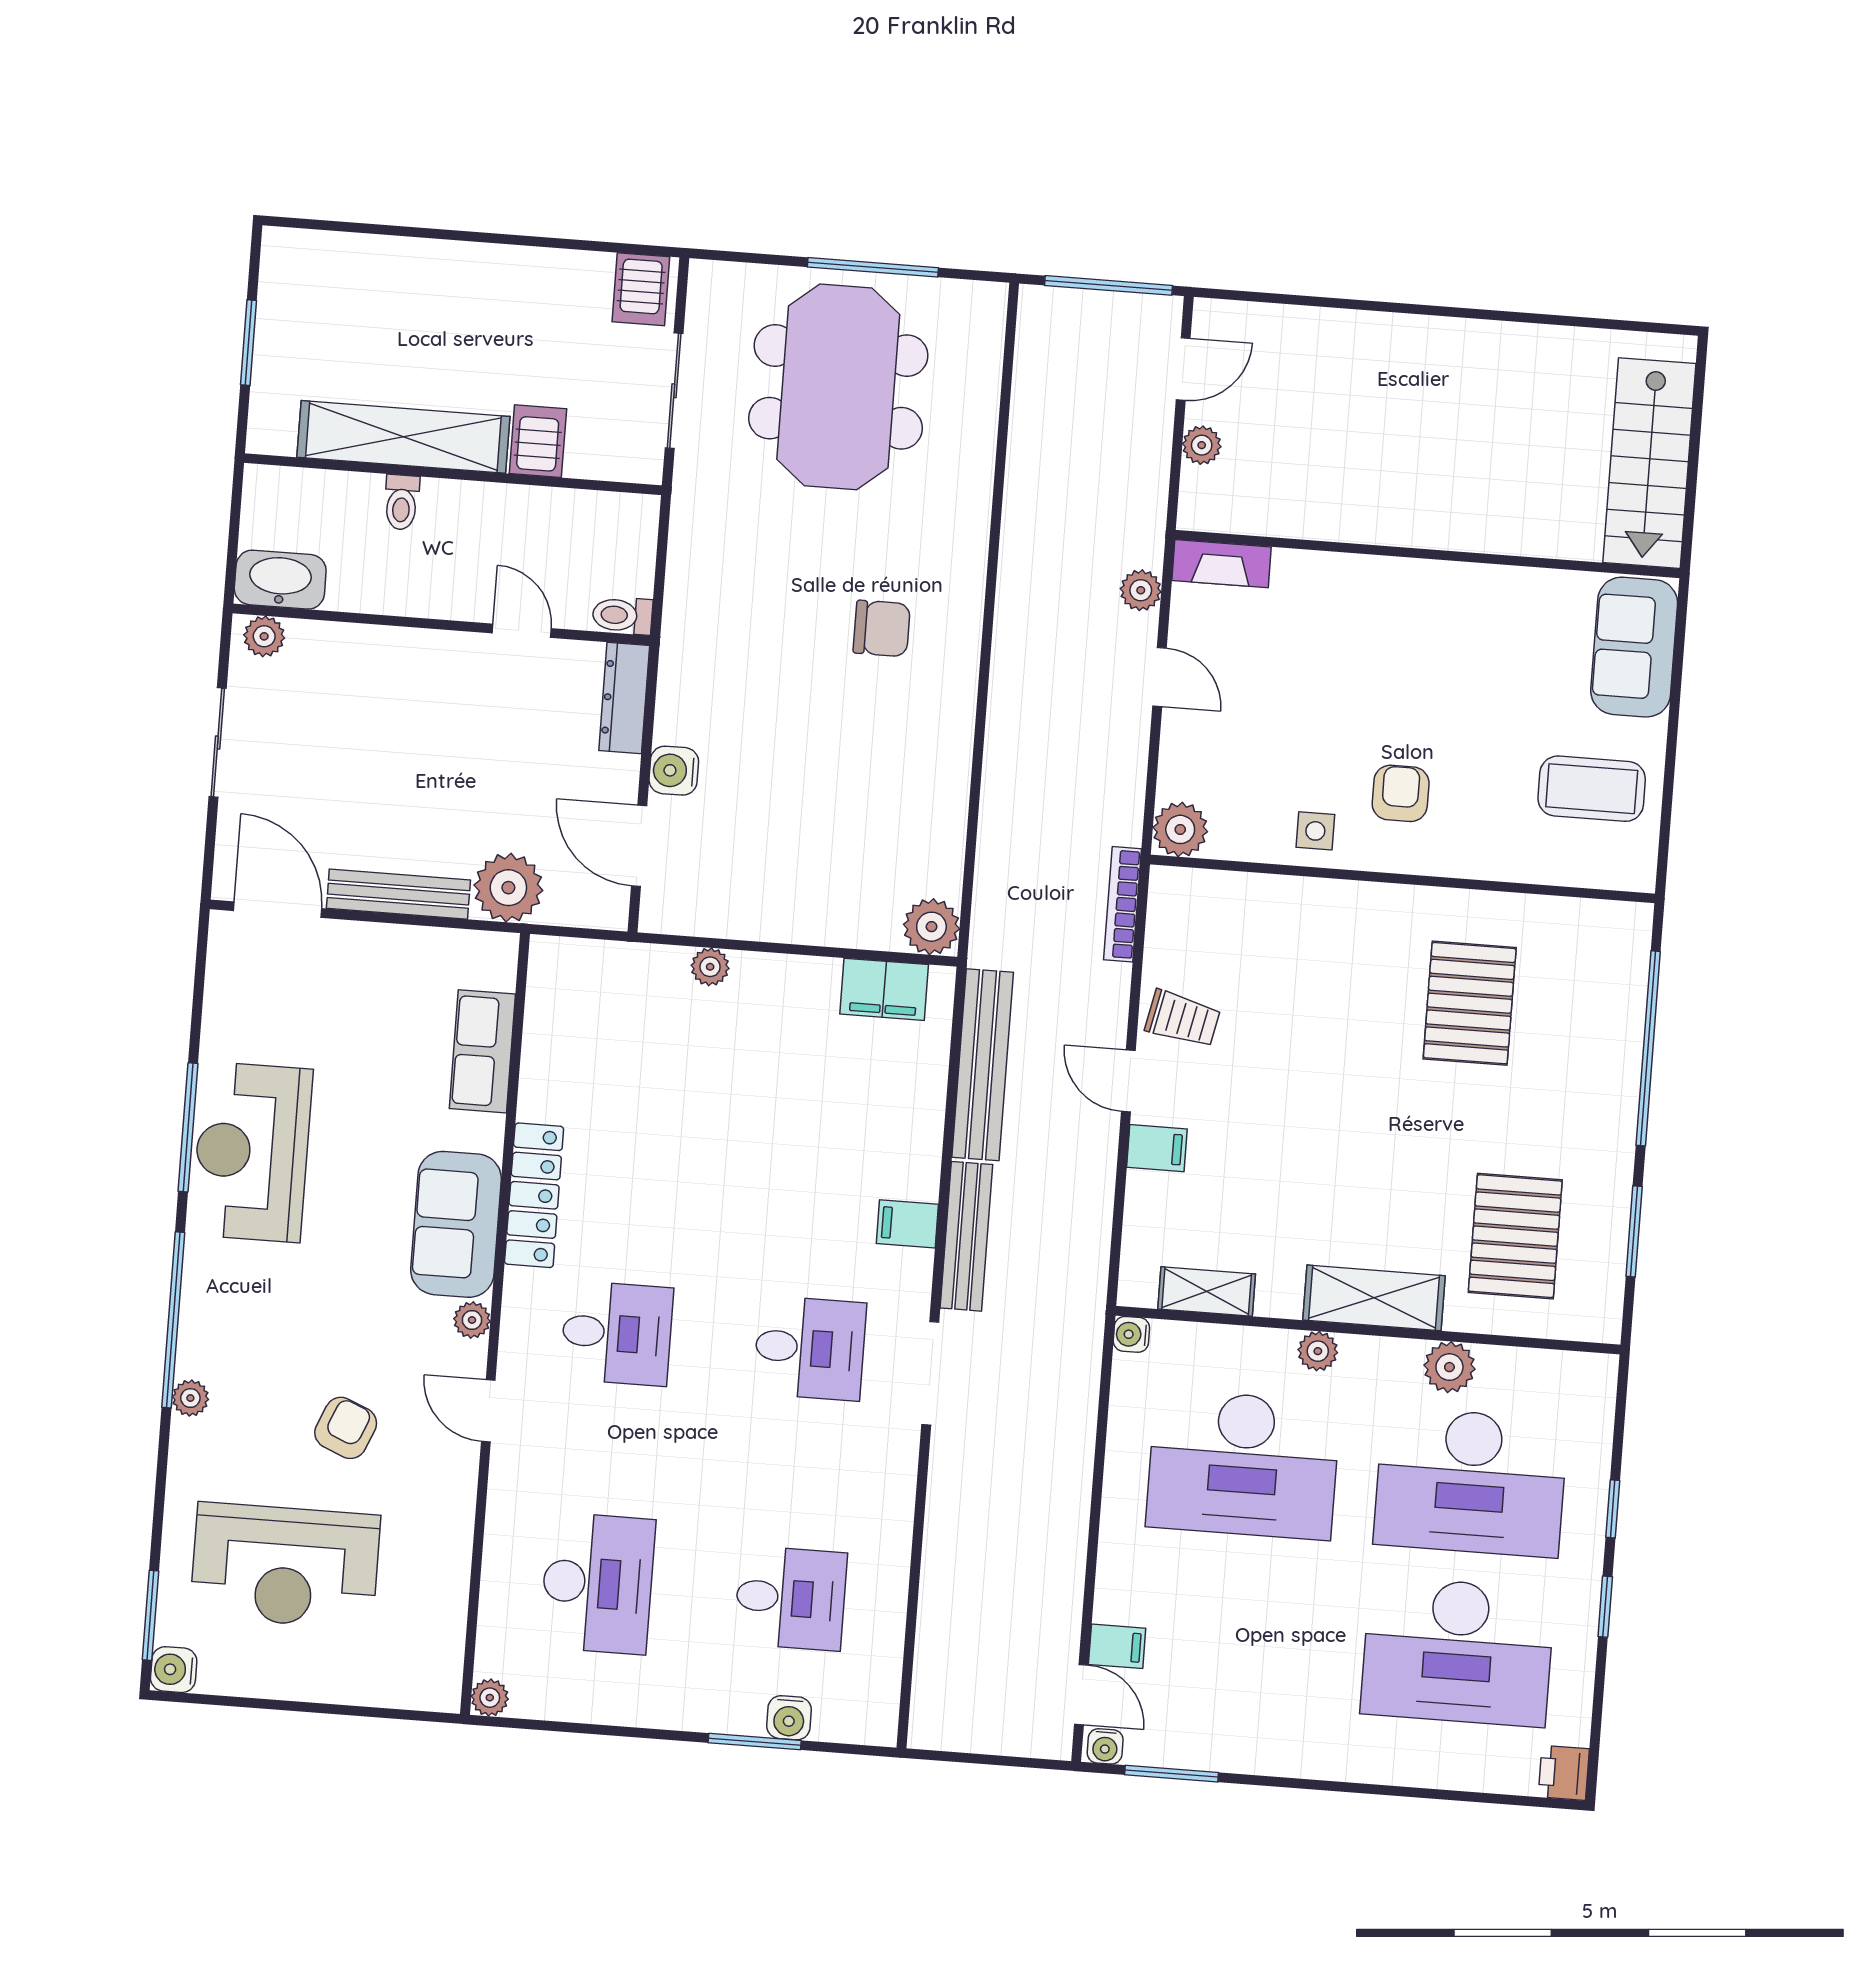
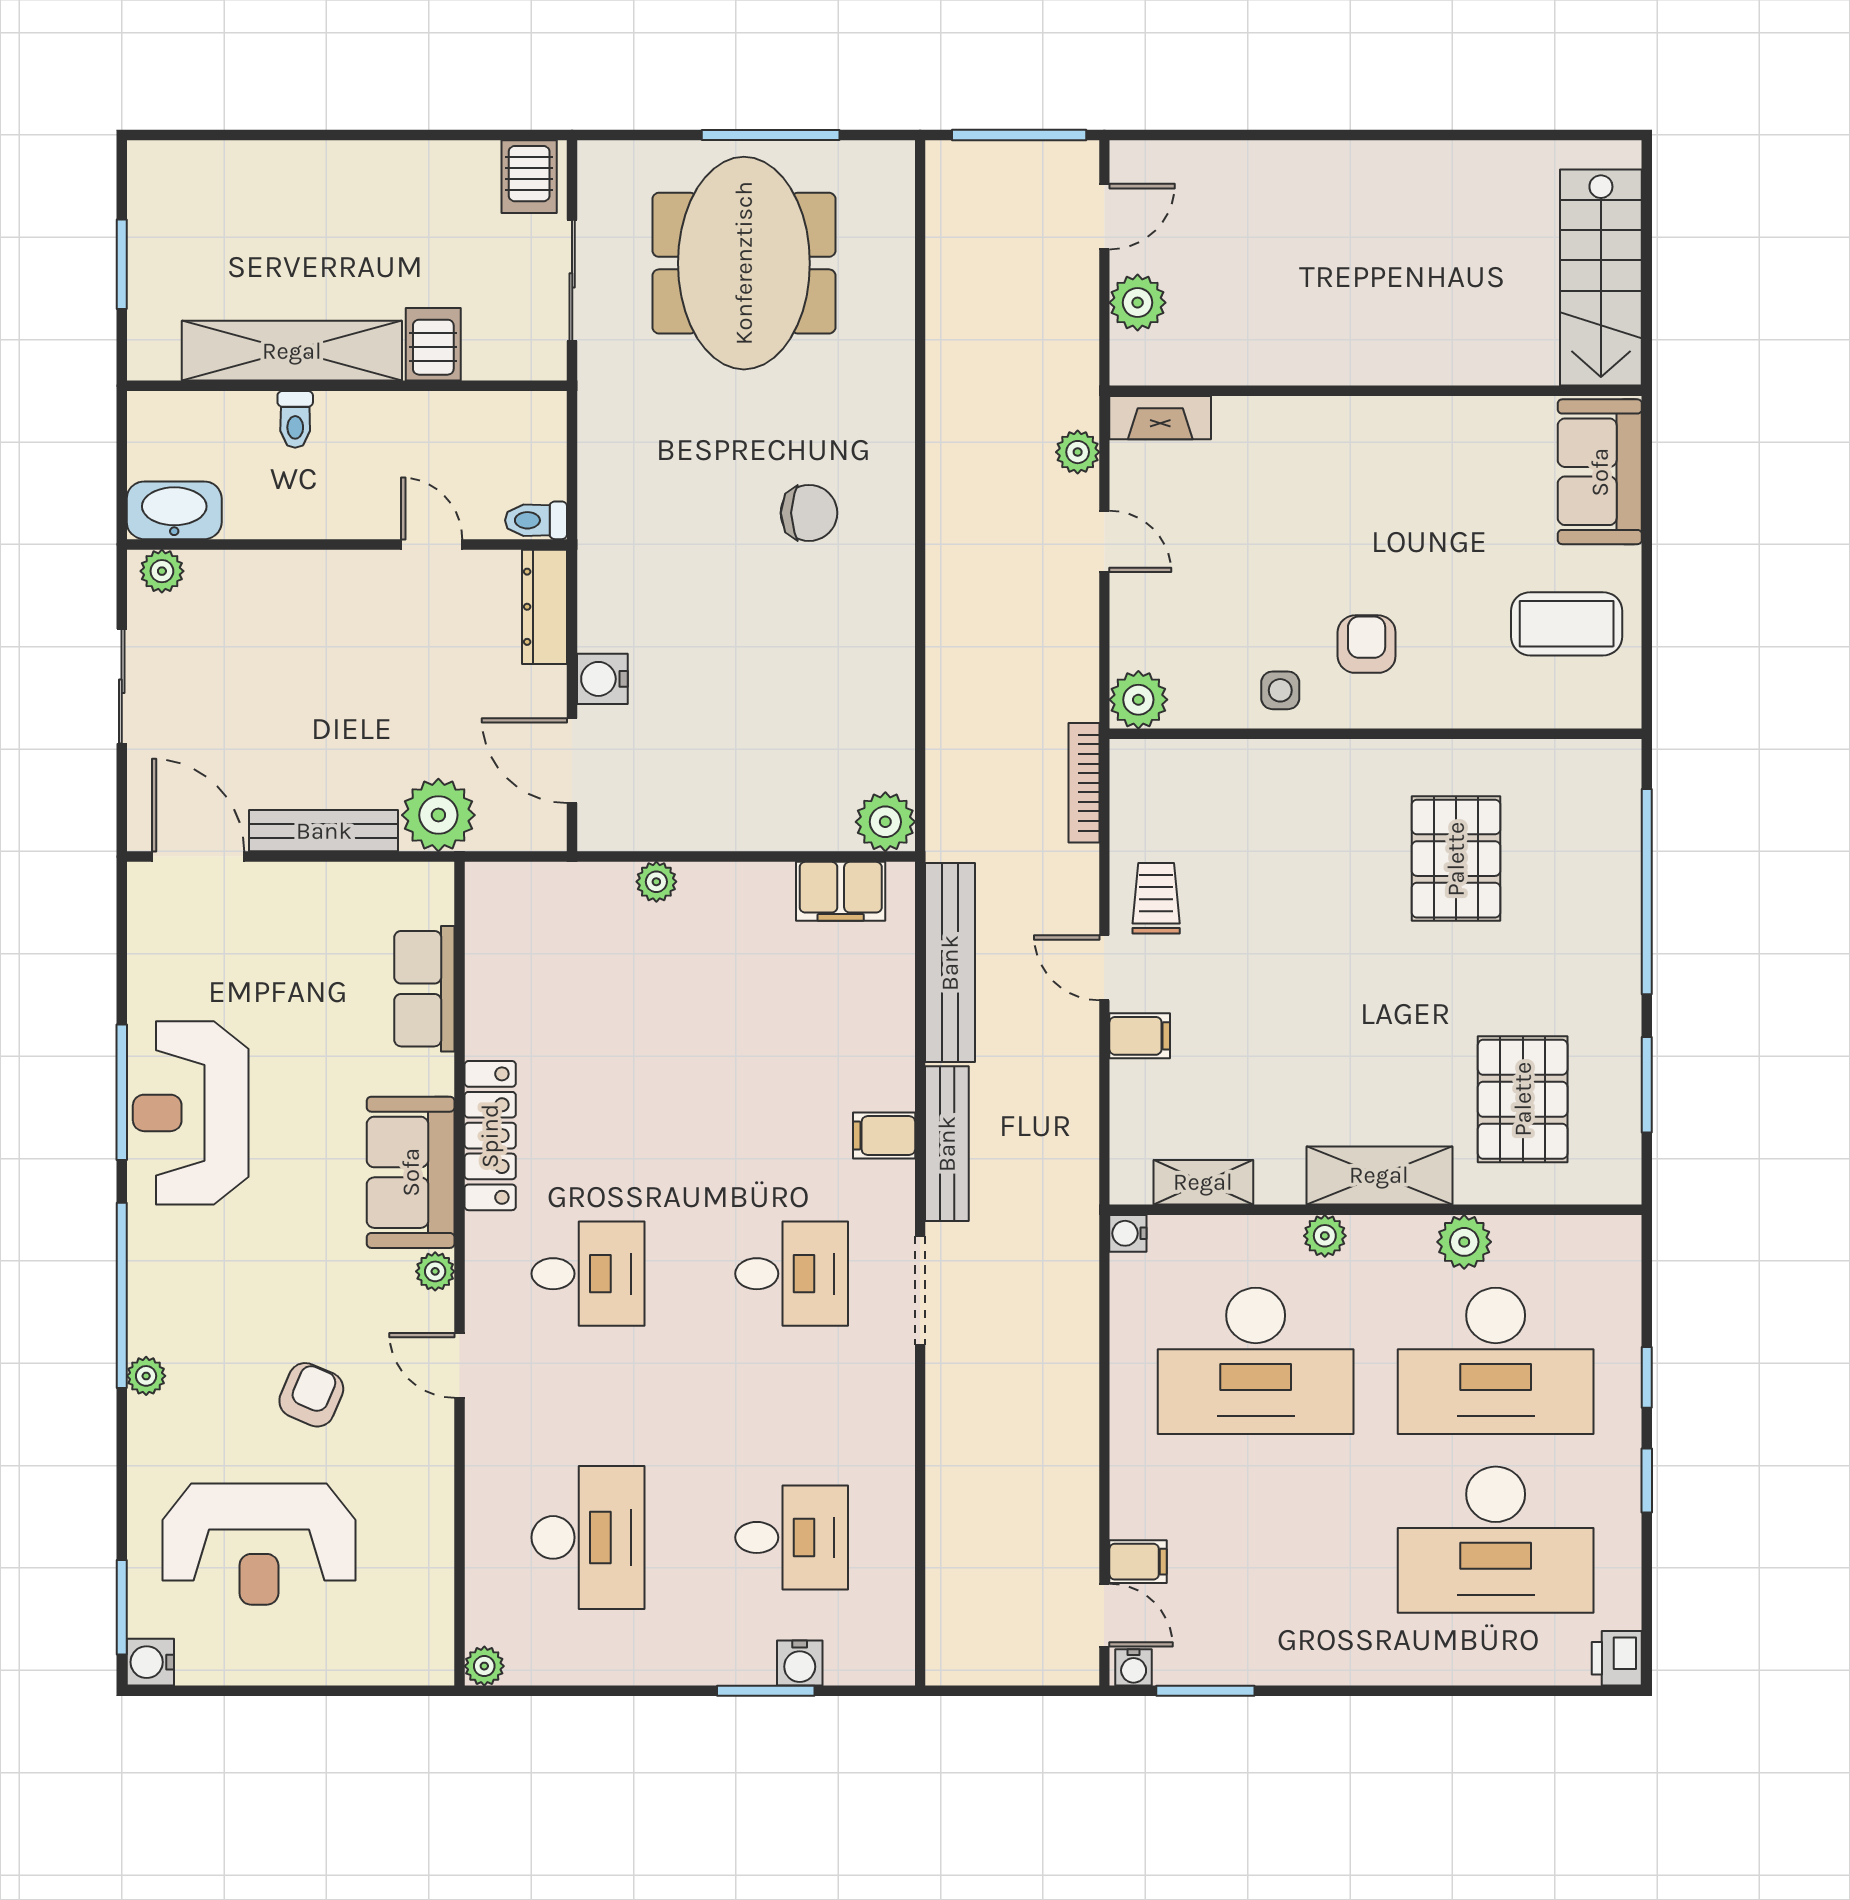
plant: (1202, 445) -> (1138, 303), width x1.38, depth x1.38
trolley: (1183, 1019) -> (1156, 898), turned -102

